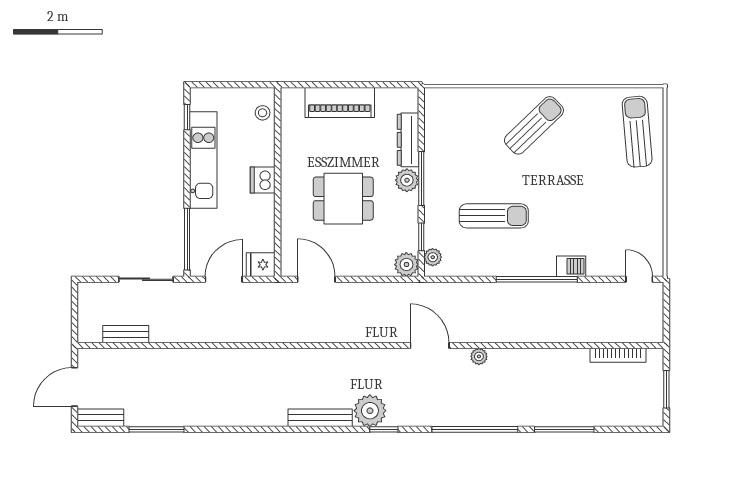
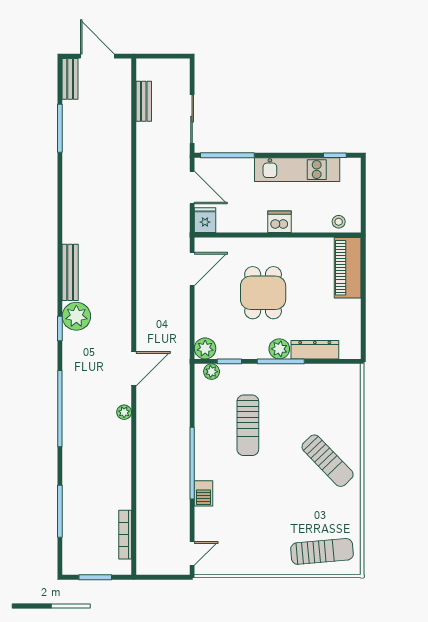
piano: (340, 103) -> (348, 268), moved
window: (564, 429) -> (60, 511), moved

